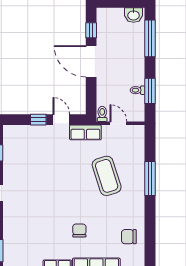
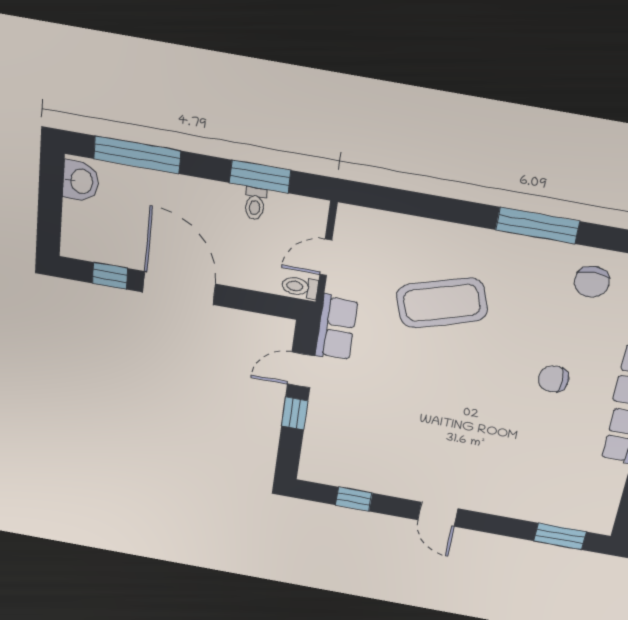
door: (91, 61) -> (179, 288), swing flipped
window: (150, 178) -> (537, 225), moved

